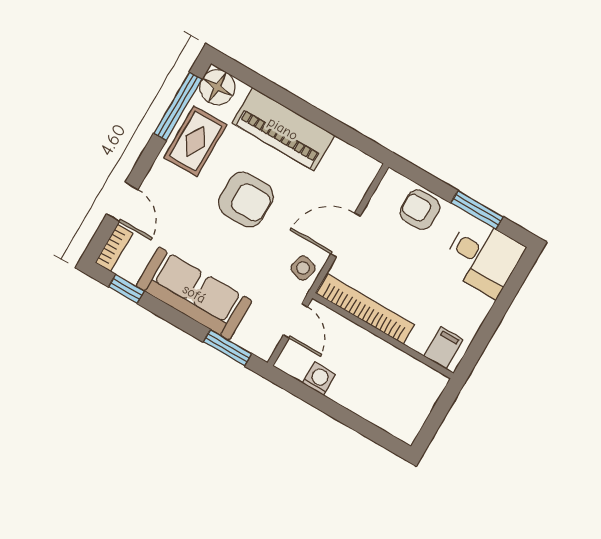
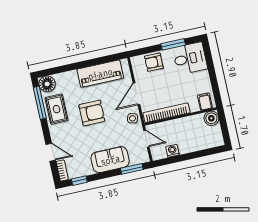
piano: (283, 129) -> (100, 74), moved
sofa: (194, 294) -> (110, 160), width x0.73
boiler: (429, 384) -> (211, 118), added

